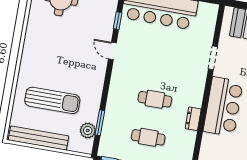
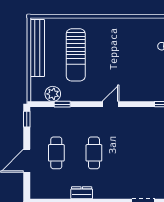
door: (112, 51) -> (111, 104), moved
window: (100, 123) -> (62, 104), width x0.67

